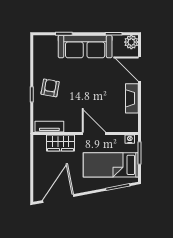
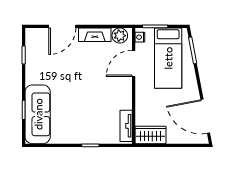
plant: (131, 42) -> (120, 36), moved
sofa: (85, 47) -> (38, 114), moved
armchair: (50, 88) -> (83, 125), removed
door: (94, 133) -> (134, 63), moved
wardrobe: (60, 143) -> (150, 135), moved, turned -90

